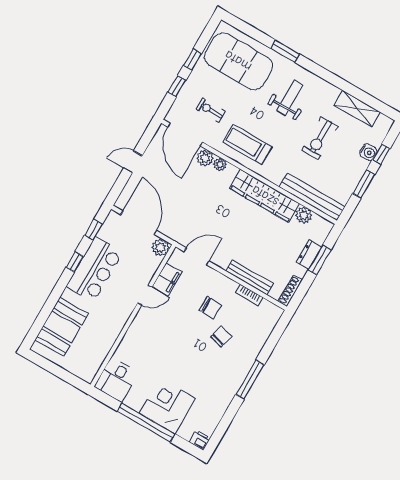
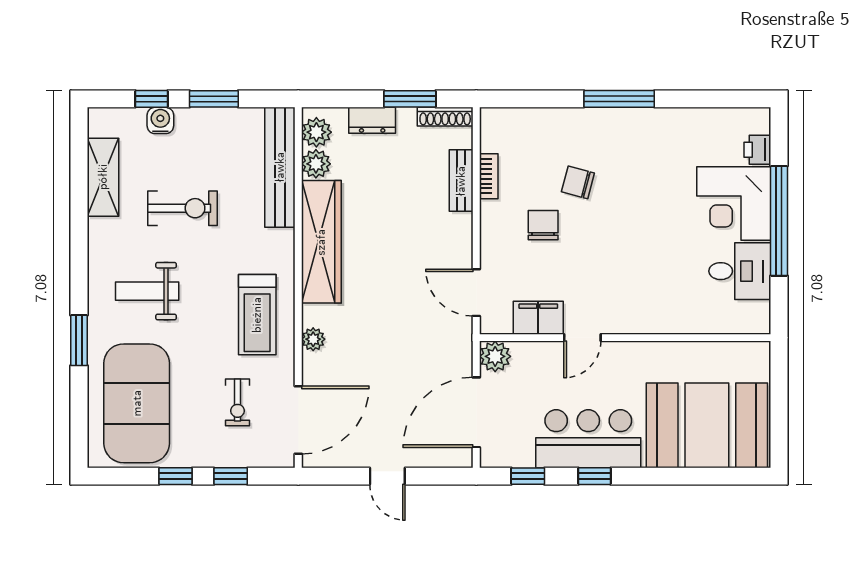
plant: (205, 158) -> (316, 132), moved
window: (320, 260) -> (410, 99), moved
bench: (249, 277) -> (461, 181), width x0.73
door: (145, 295) -> (582, 338), swing flipped
booth: (62, 327) -> (707, 425), width x1.36, depth x1.42
desk: (116, 380) -> (740, 271), moved
printer: (200, 440) -> (757, 150), moved

